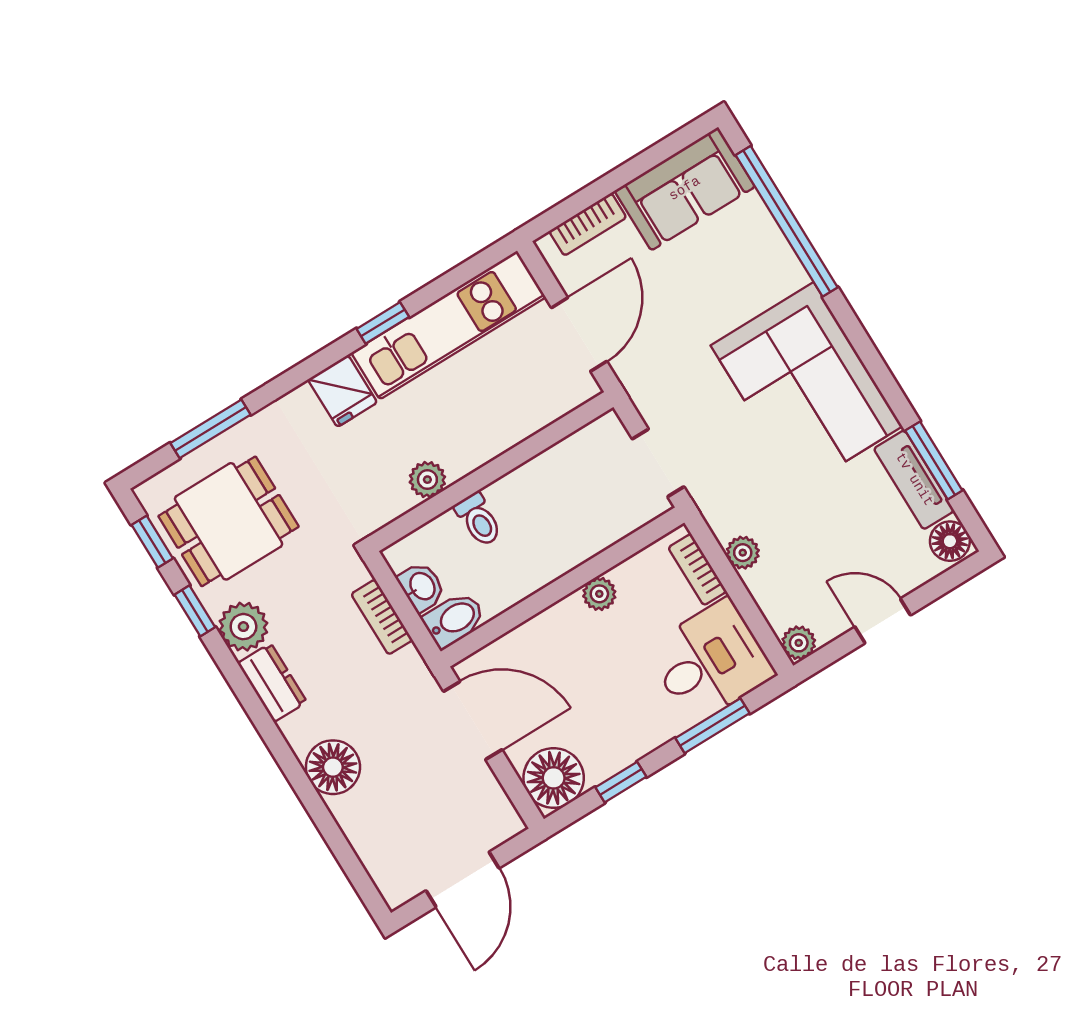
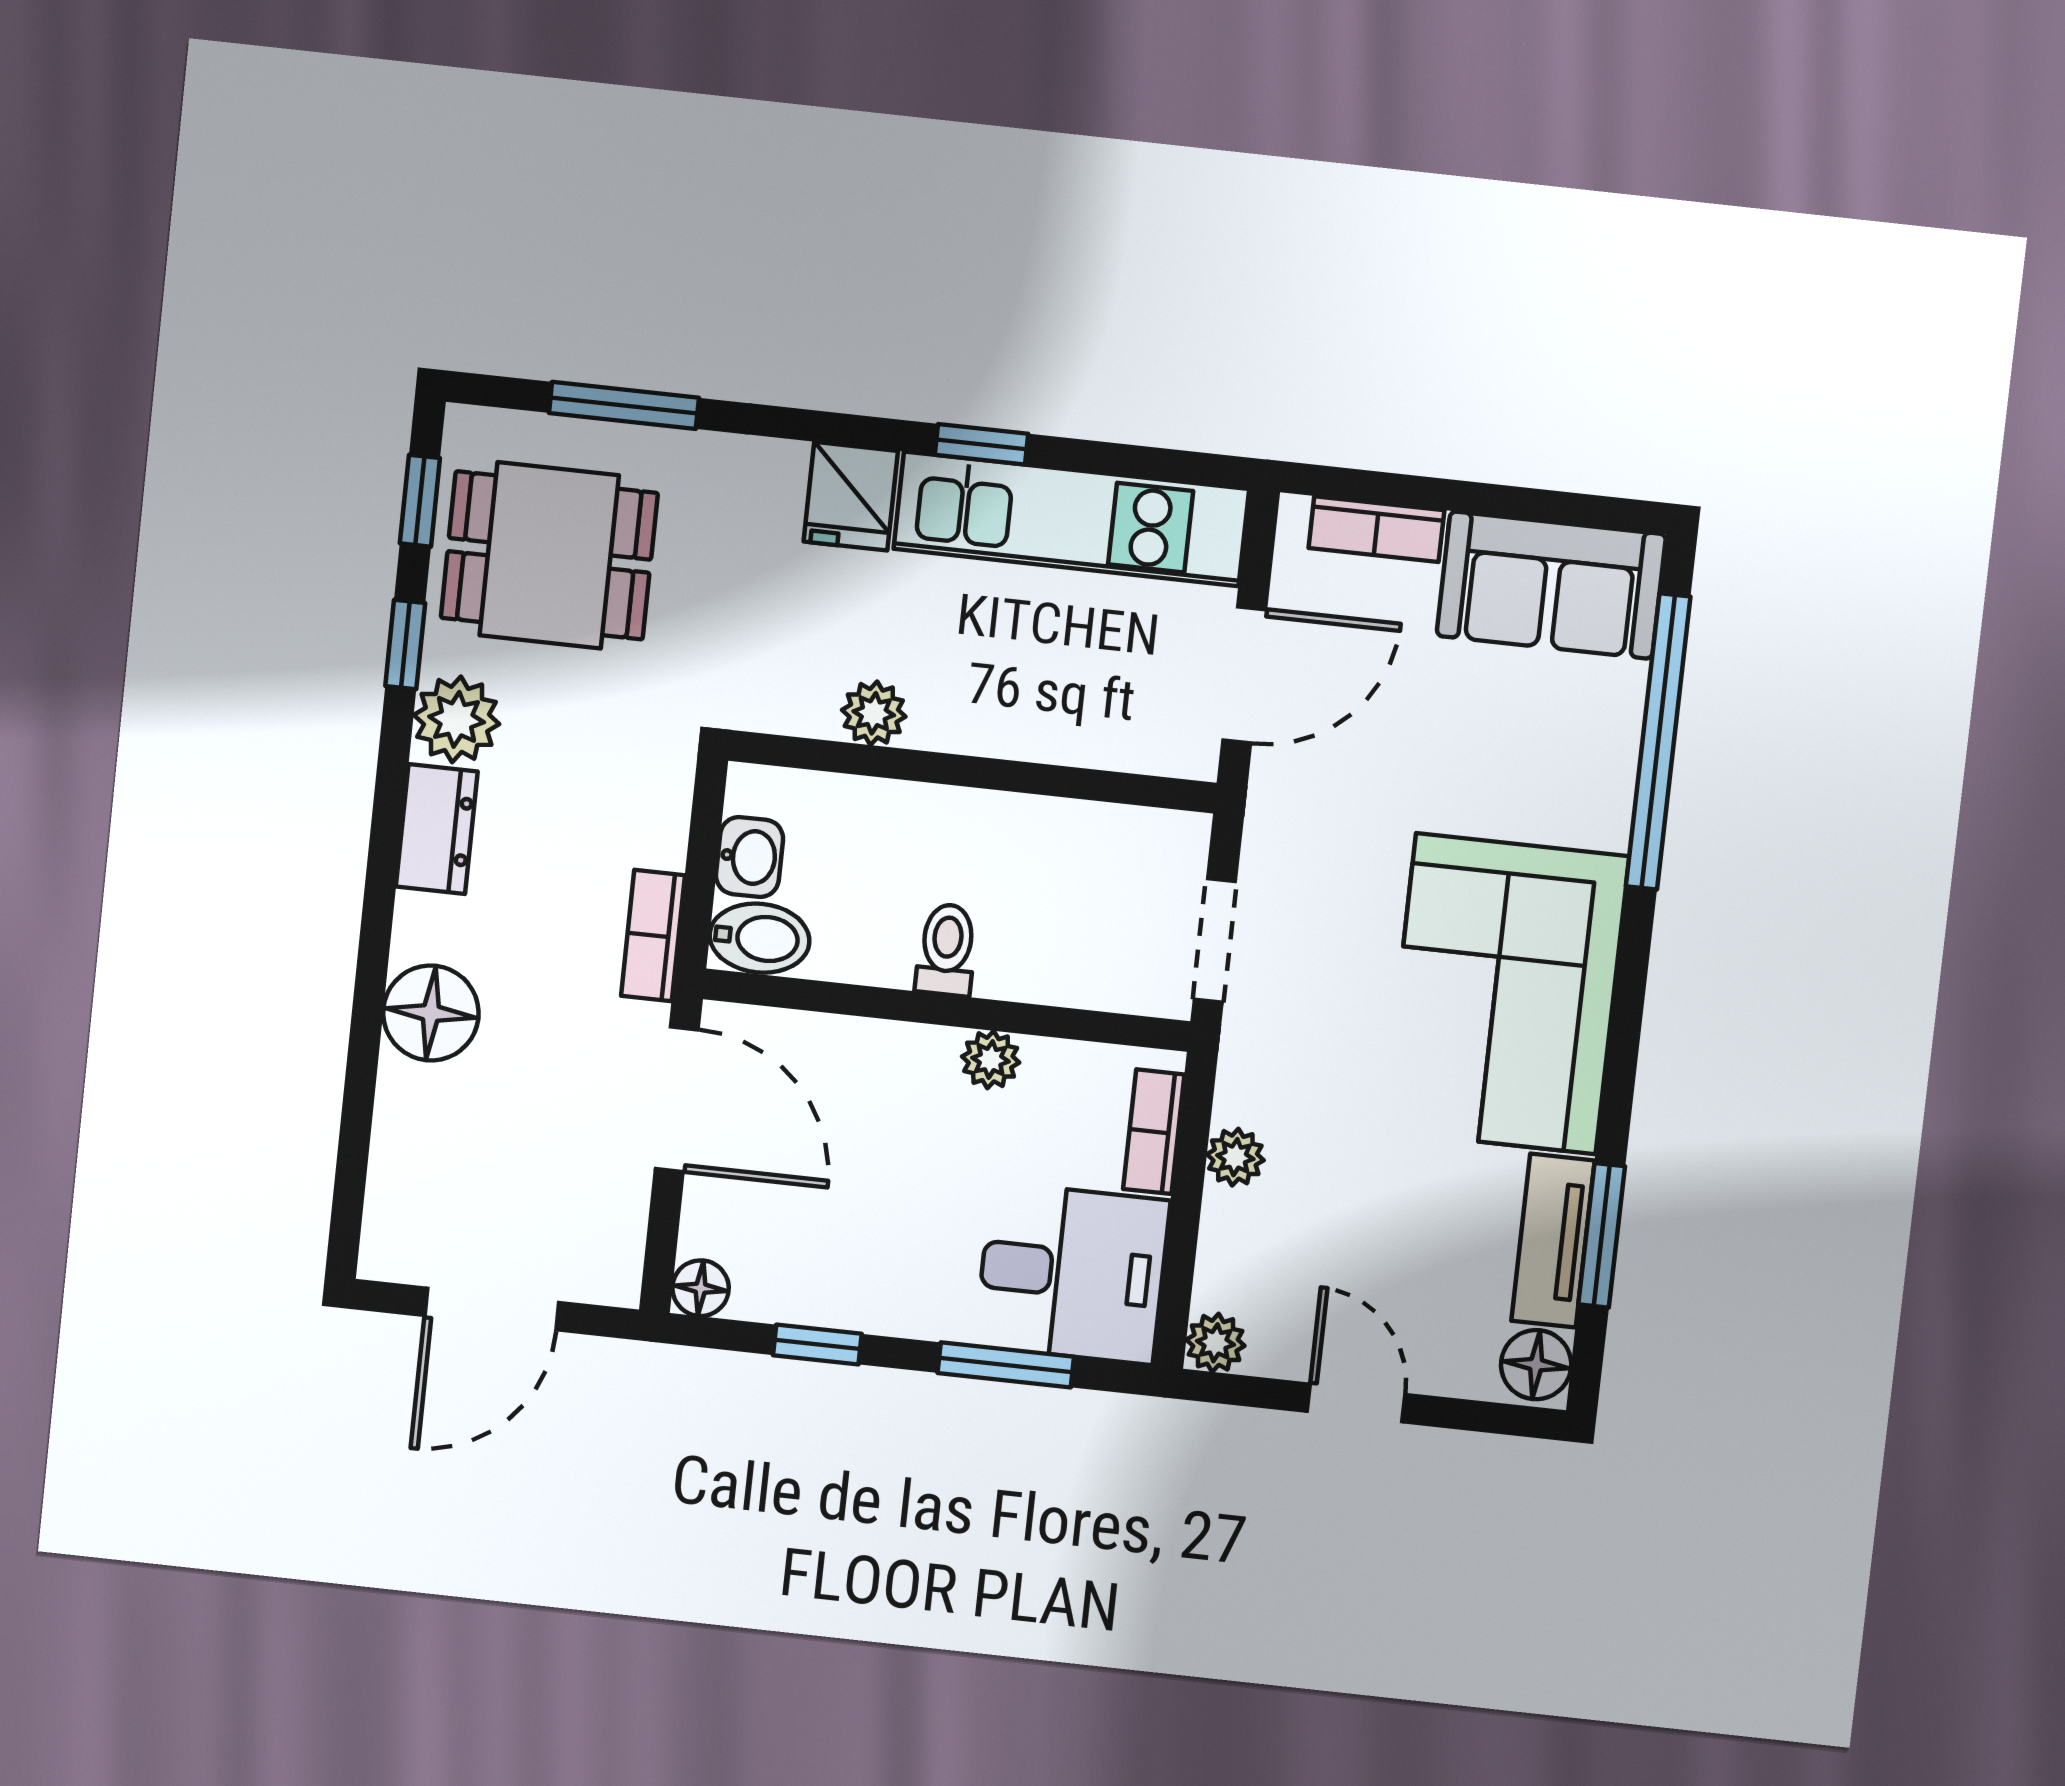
toilet: (478, 520) -> (947, 950), moved, turned 180
bookcase: (382, 617) -> (653, 936), moved
floor lamp: (554, 778) -> (701, 1288), width x0.53, depth x0.53

